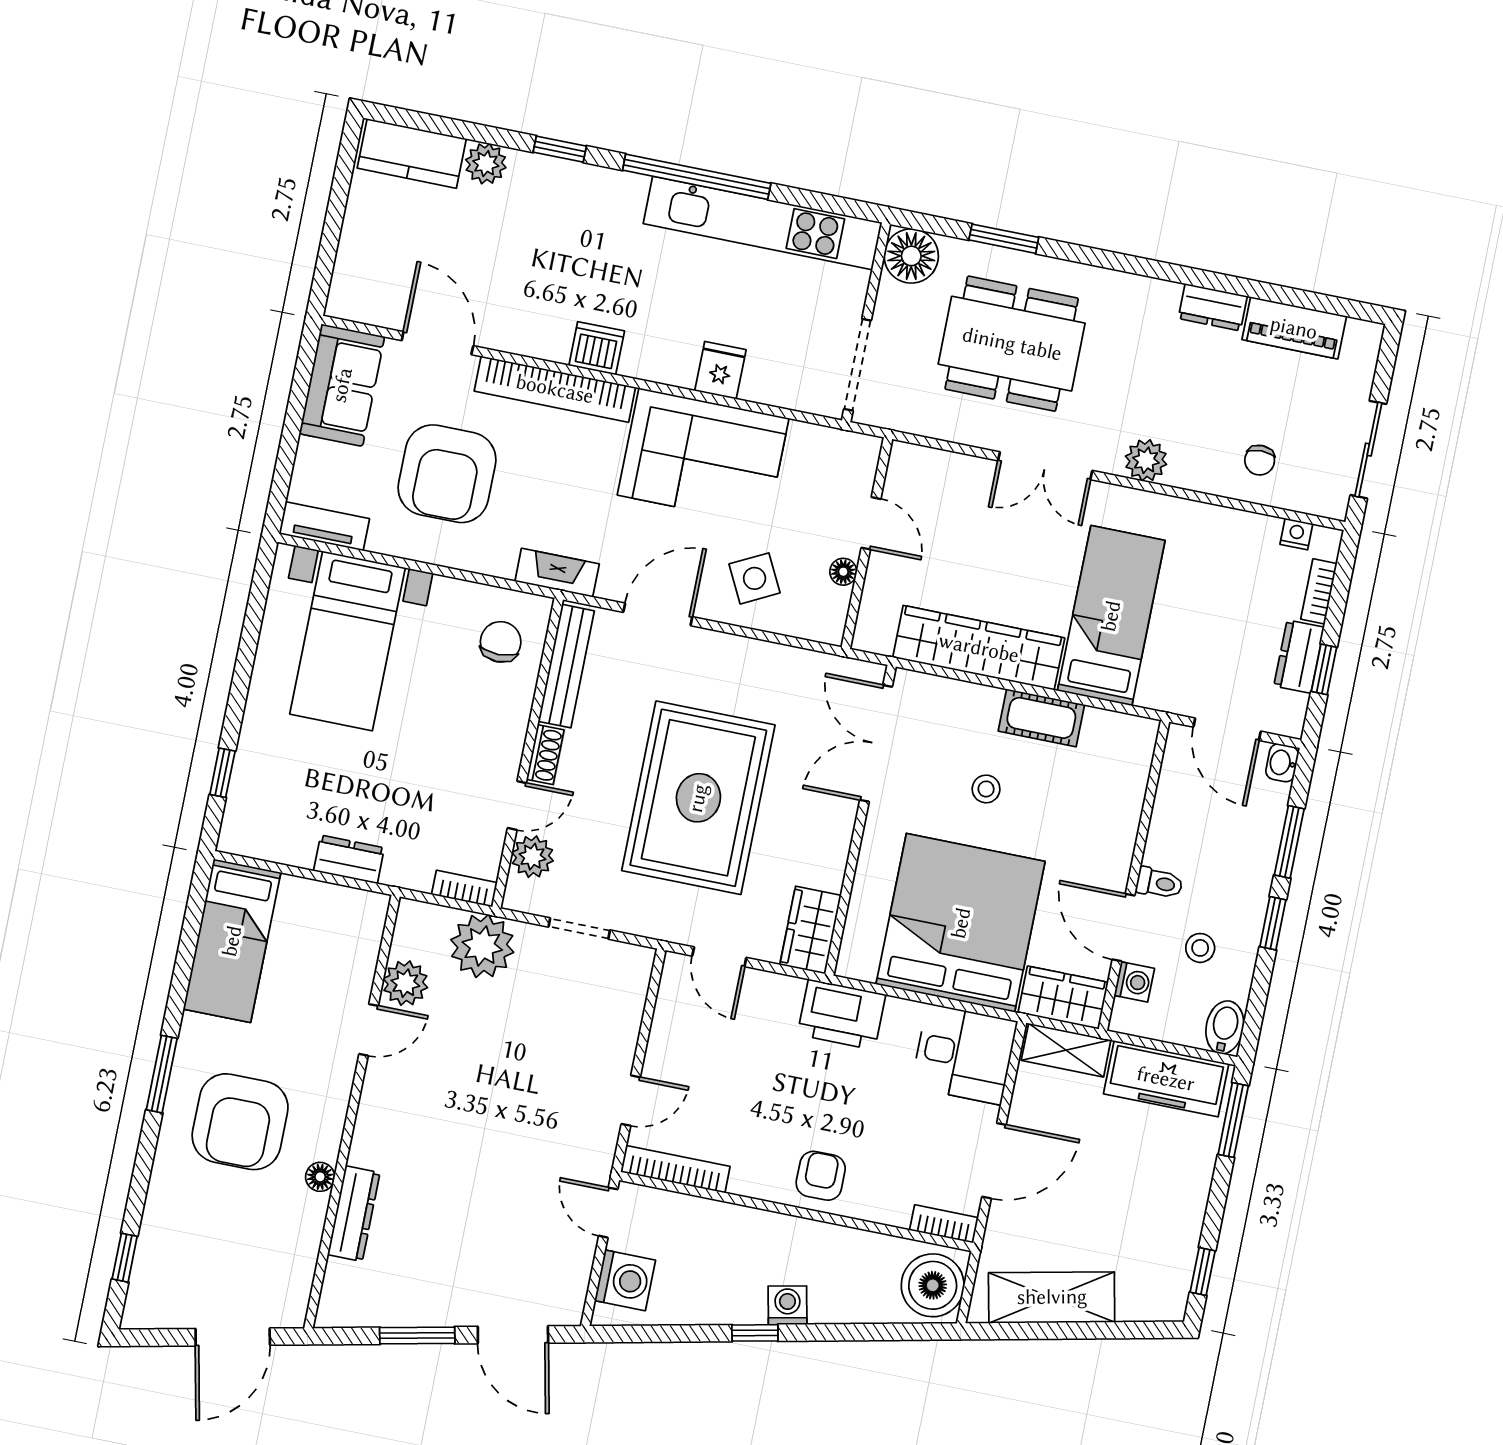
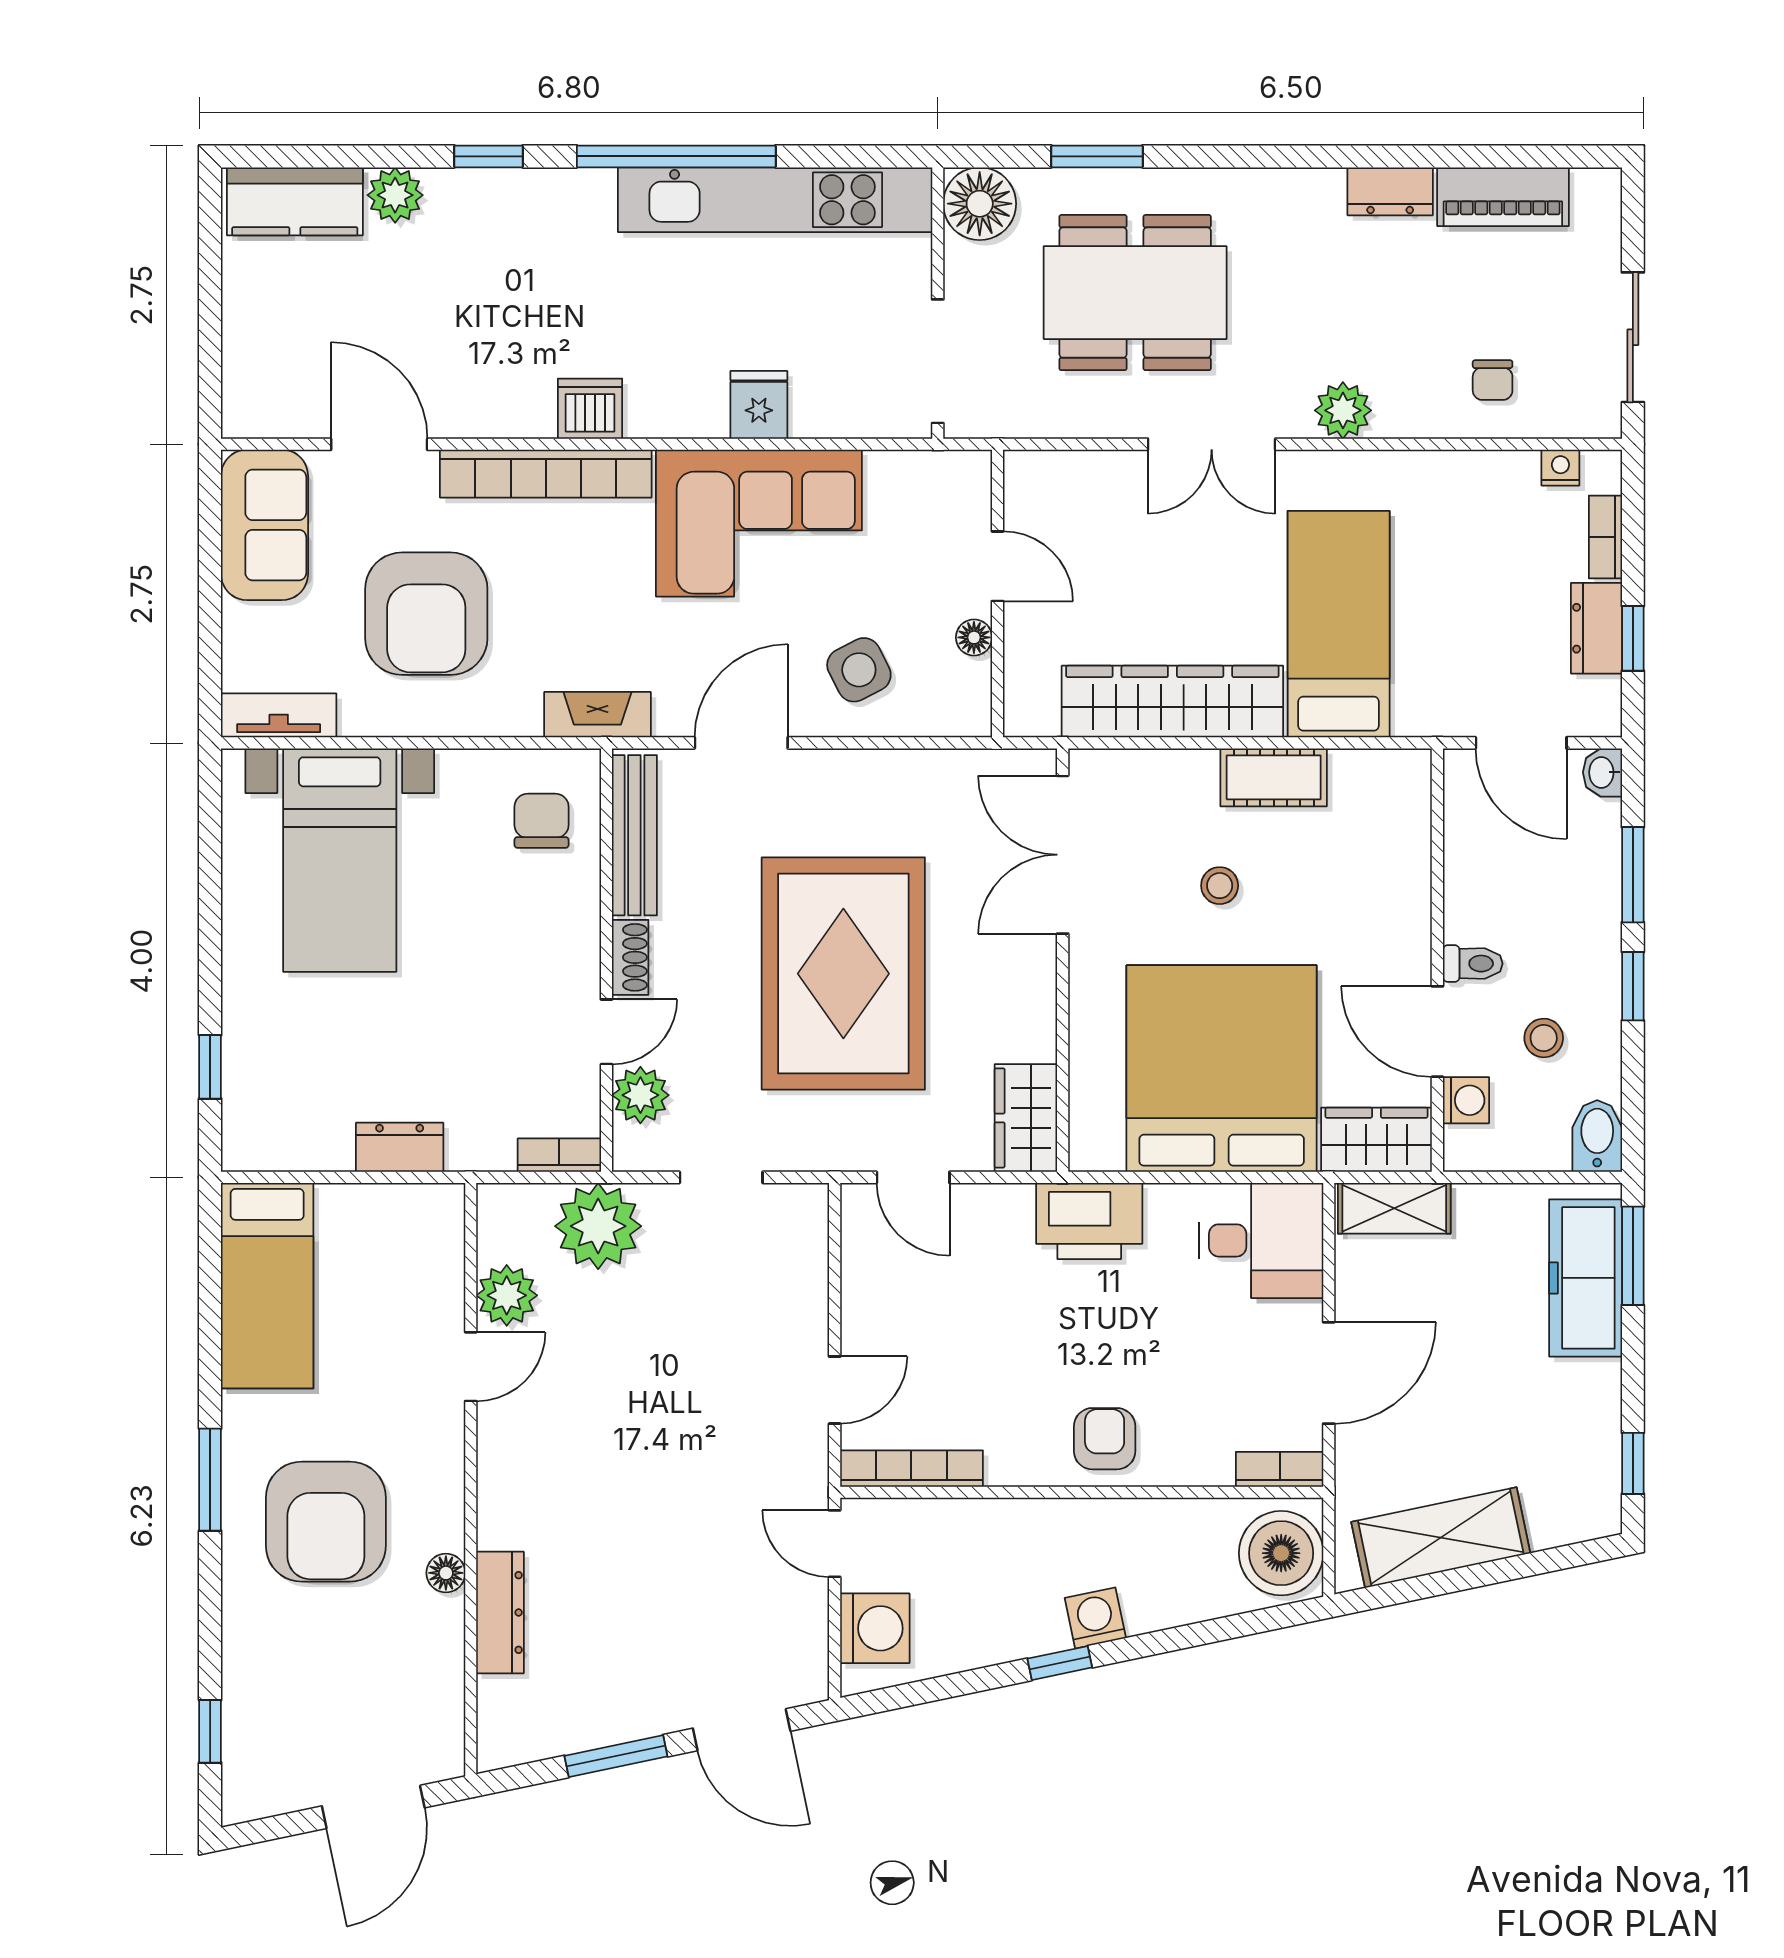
freezer: (1166, 1079) -> (1586, 1278), moved, turned 90

